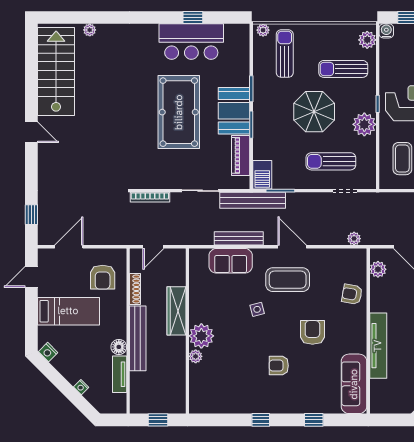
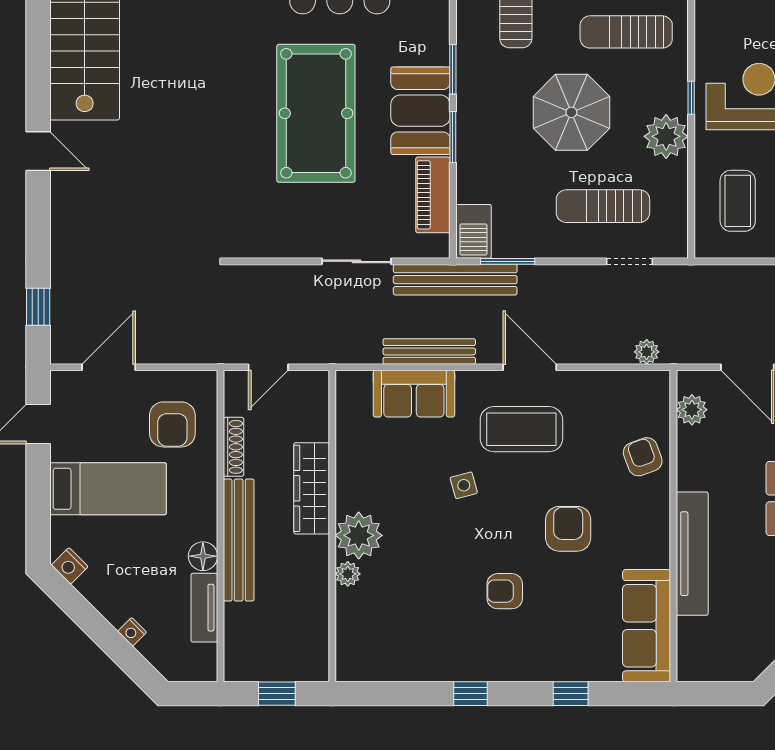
bookcase: (150, 197) -> (262, 274), removed
armchair: (352, 294) -> (643, 457), turned 60

